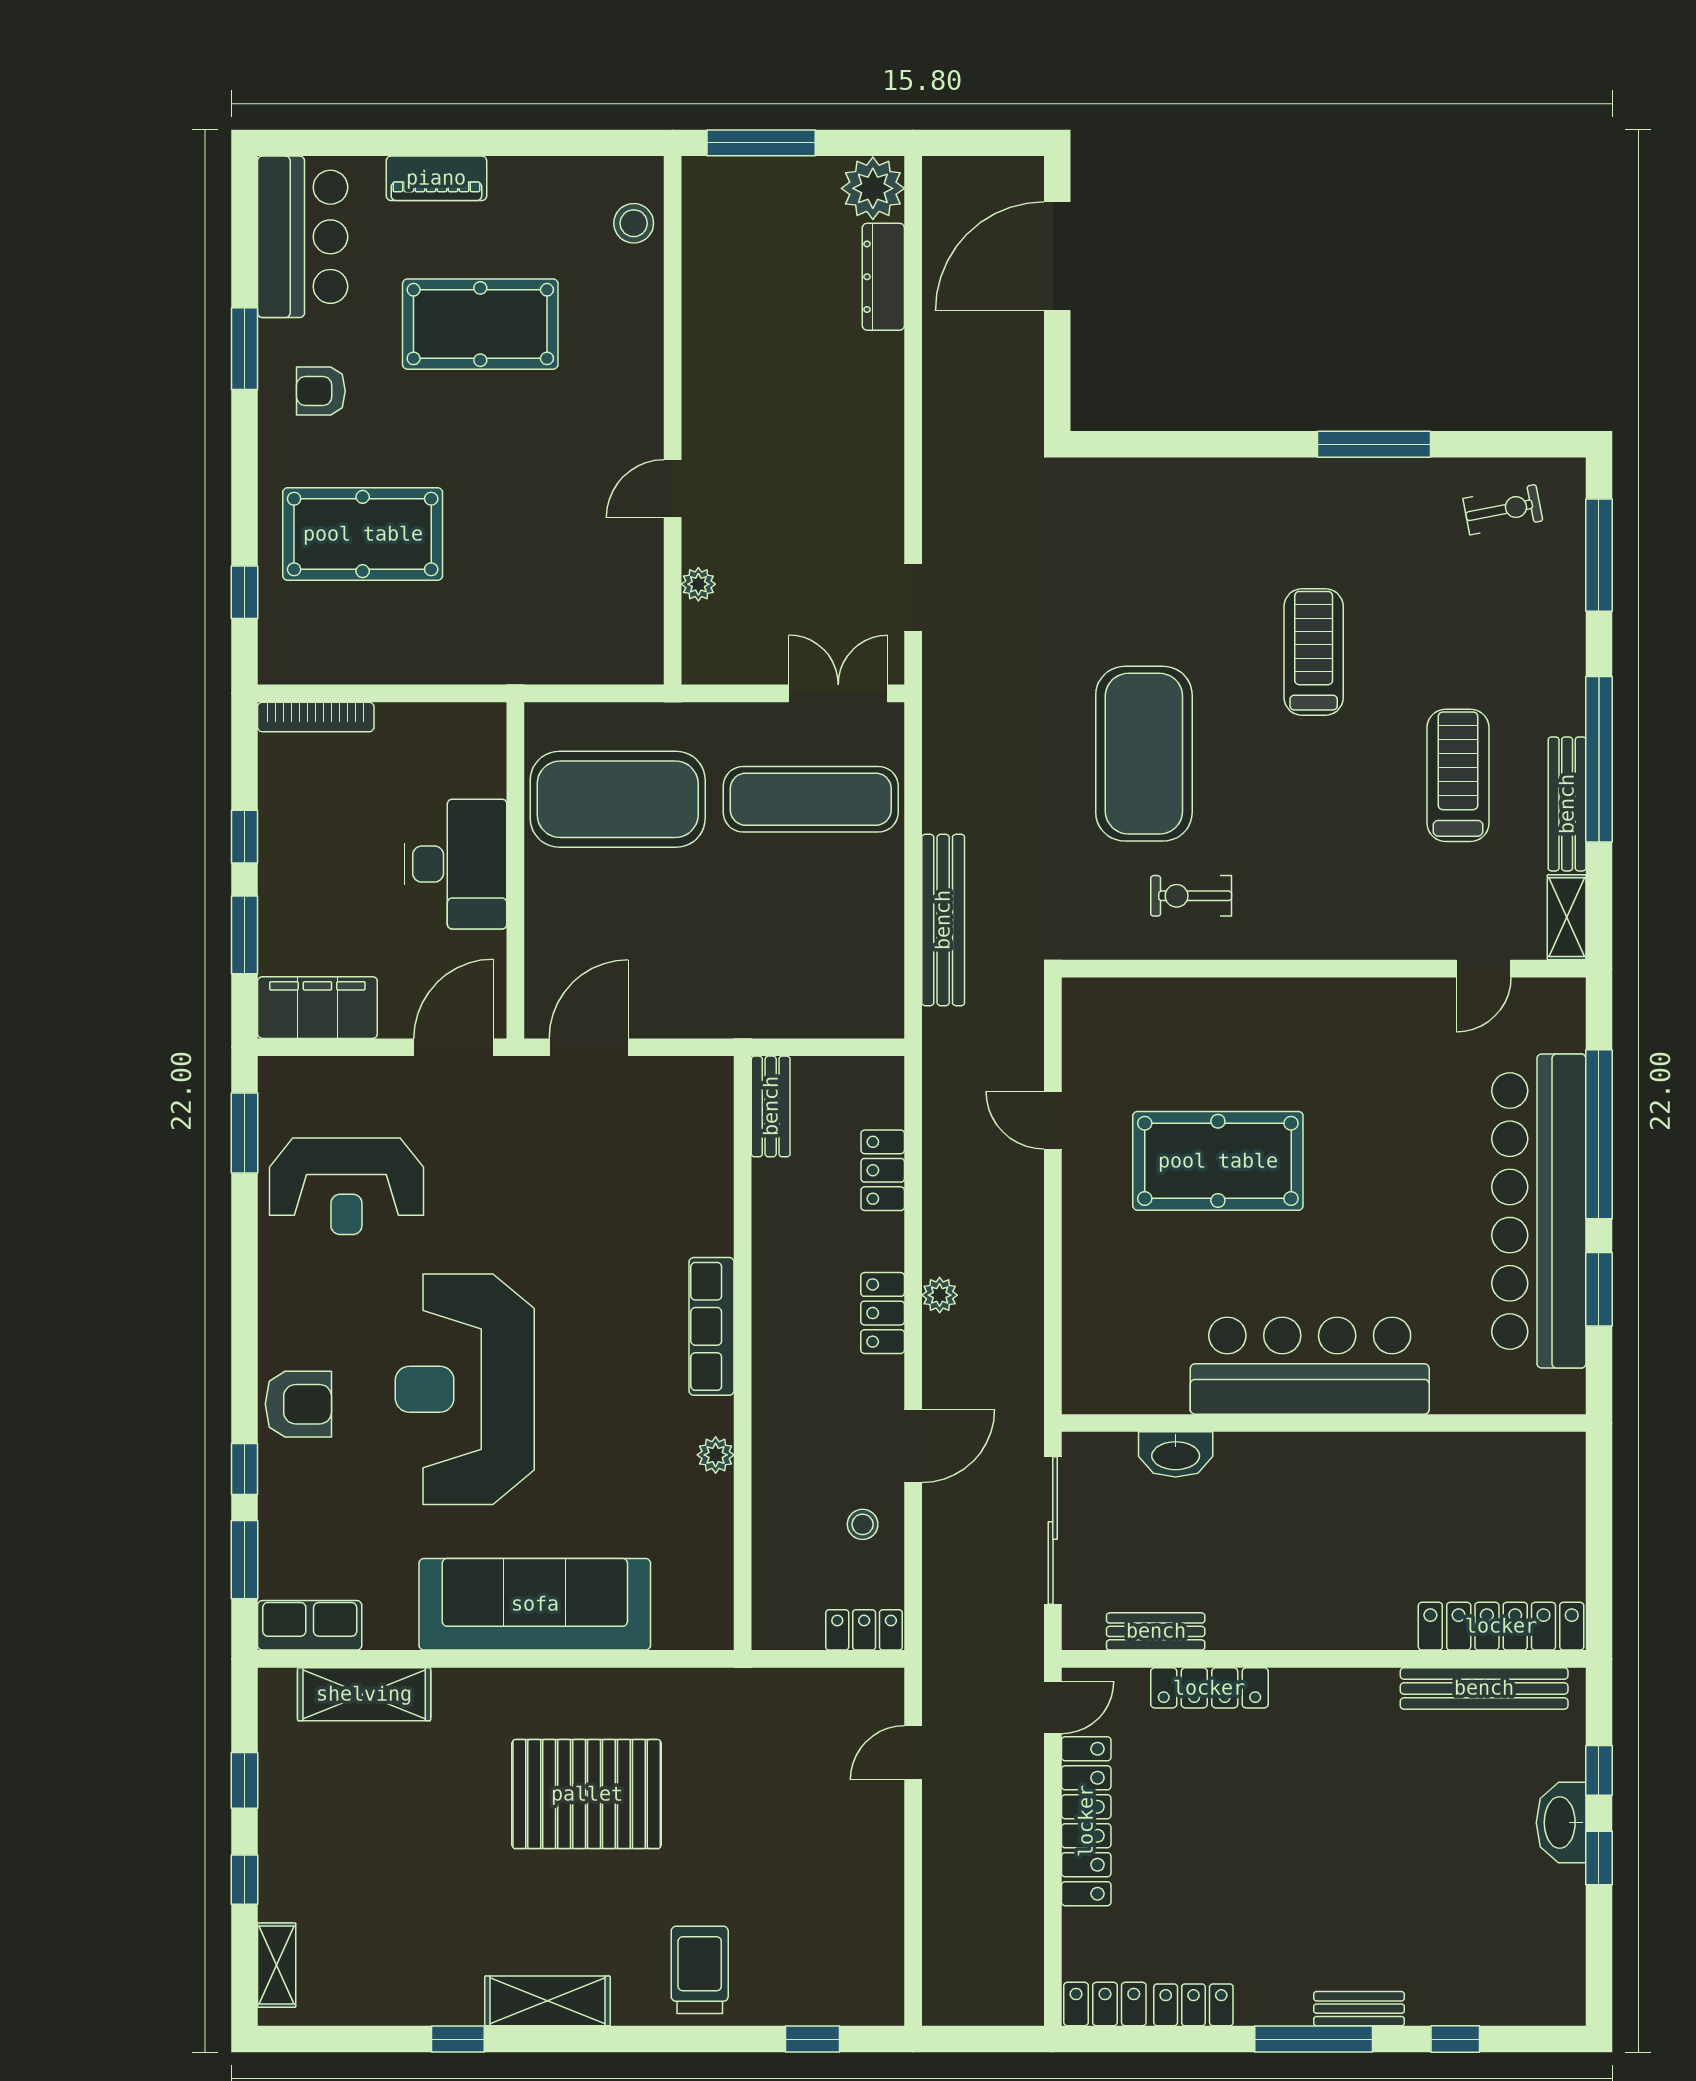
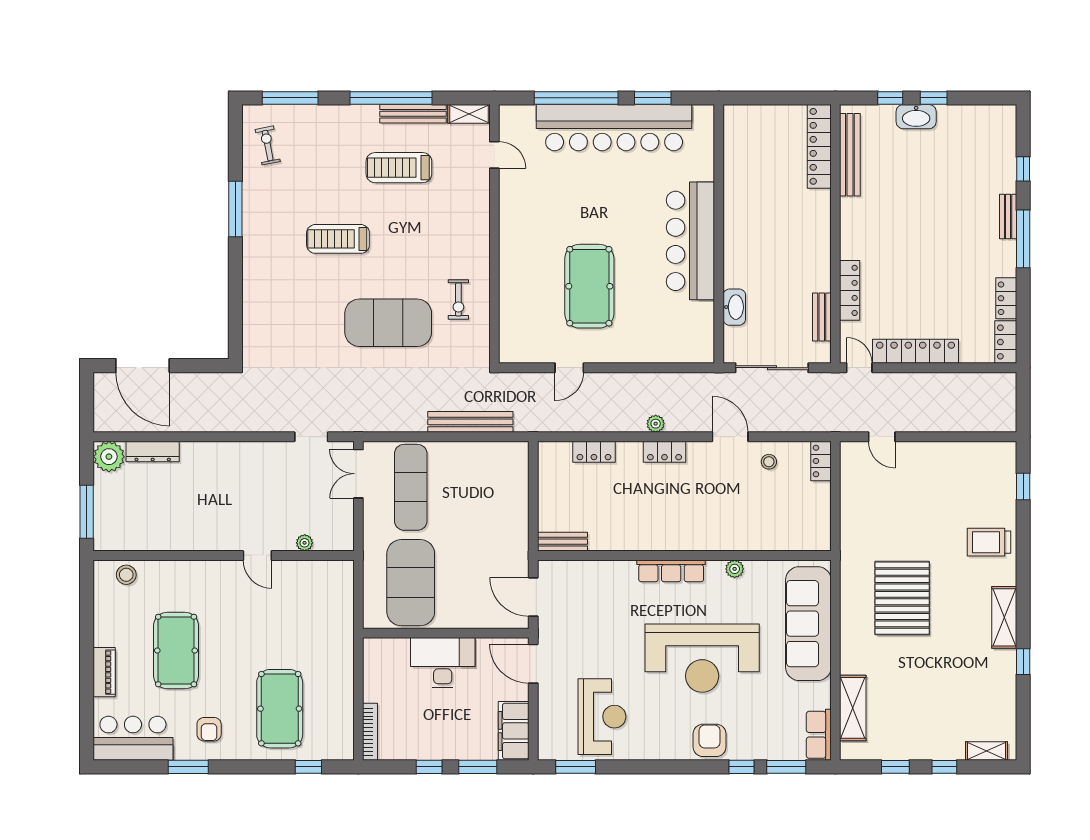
bench: (771, 1106) -> (562, 542), moved
row of seats: (712, 1326) -> (671, 571), moved
wall: (743, 1353) -> (684, 555), moved
plant: (716, 1455) -> (735, 569), moved

